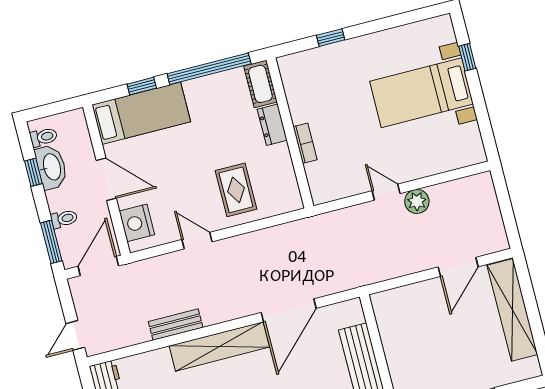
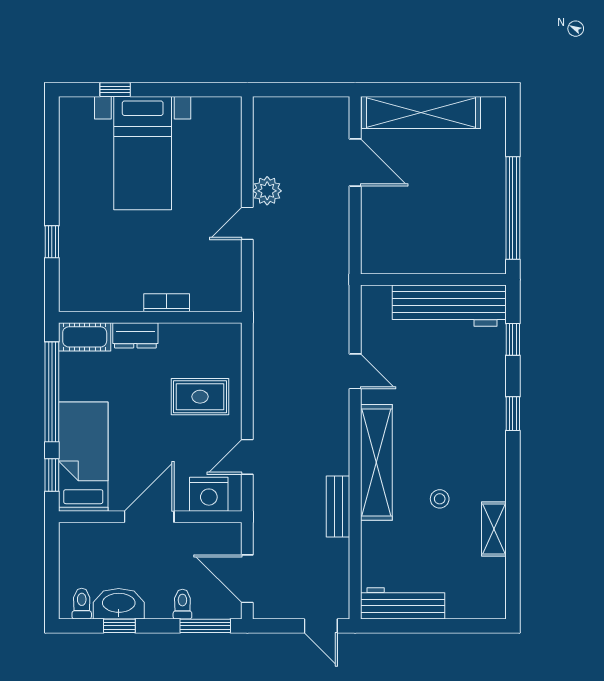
bed: (141, 113) -> (83, 457), moved
door: (106, 179) -> (149, 517), moved
wall: (106, 180) -> (150, 517), moved
nightstand: (137, 223) -> (209, 494), moved
door: (289, 310) -> (355, 371), width x0.53

